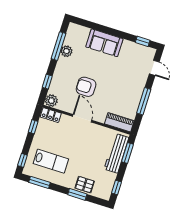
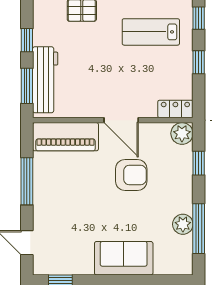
piano: (119, 122) -> (66, 137), width x1.37, depth x1.33
window: (33, 127) -> (199, 62), moved
window: (117, 188) -> (27, 40), moved

